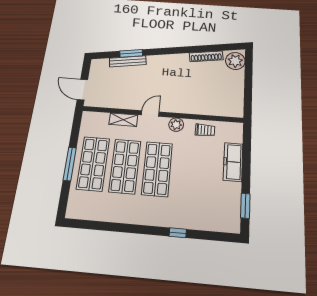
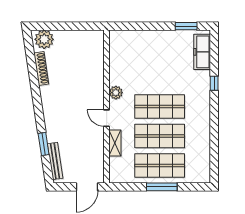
bench: (128, 61) -> (55, 161), moved
trolley: (205, 130) -> (119, 65), removed
freezer: (233, 162) -> (202, 52), moved, turned 90

